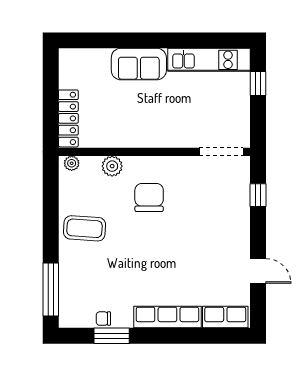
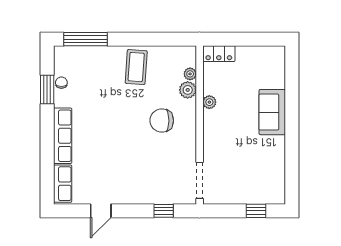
kitchen unit: (209, 60) -> (276, 170), removed
locker: (68, 118) -> (219, 54), width x0.66
plant: (127, 140) -> (209, 102), added
plant: (72, 163) -> (190, 74), moved
chair: (149, 197) -> (162, 121), turned 180

